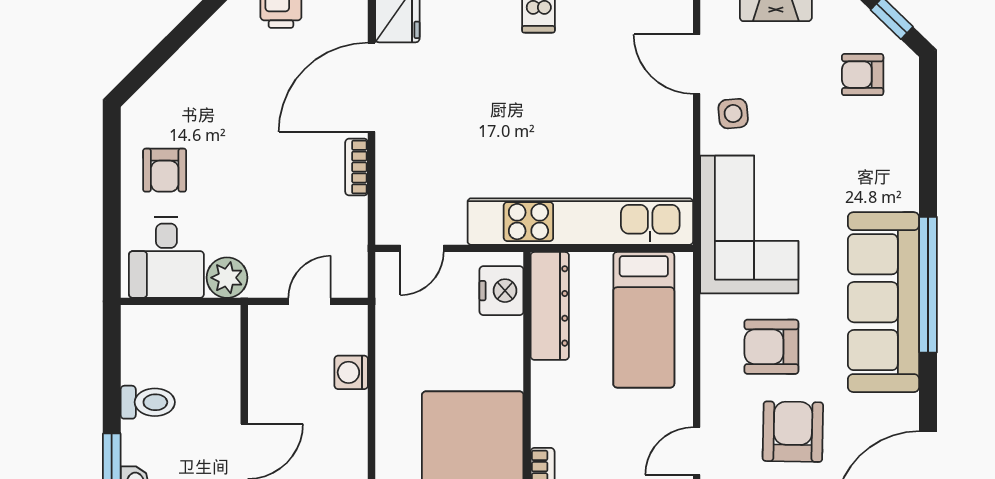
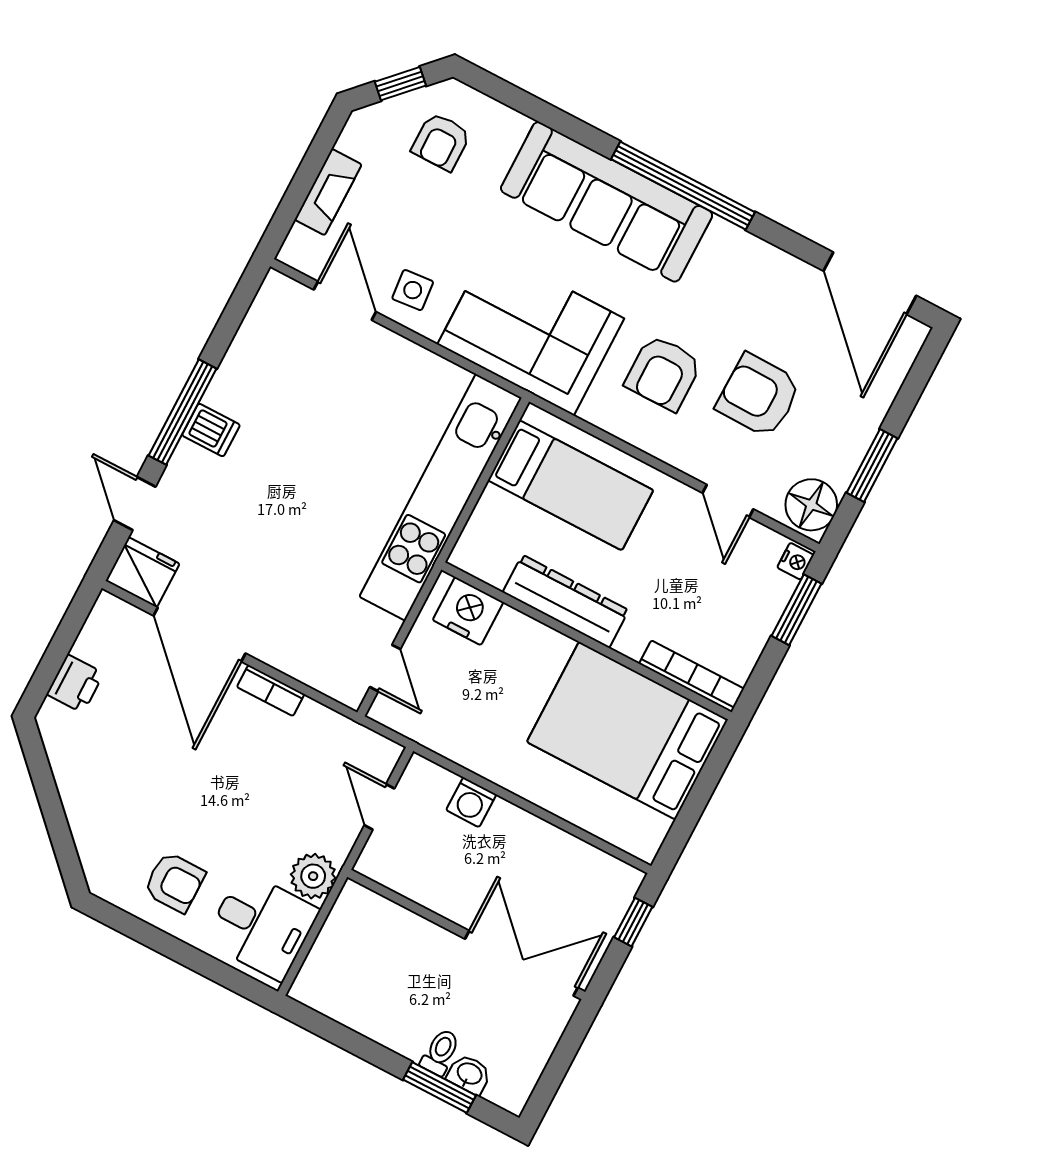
door: (697, 64) -> (345, 301), swing flipped
sofa: (884, 302) -> (607, 202), moved
dresser: (550, 306) -> (566, 601), moved
toilet: (148, 402) -> (440, 1052), moved, width x0.73, depth x0.72

